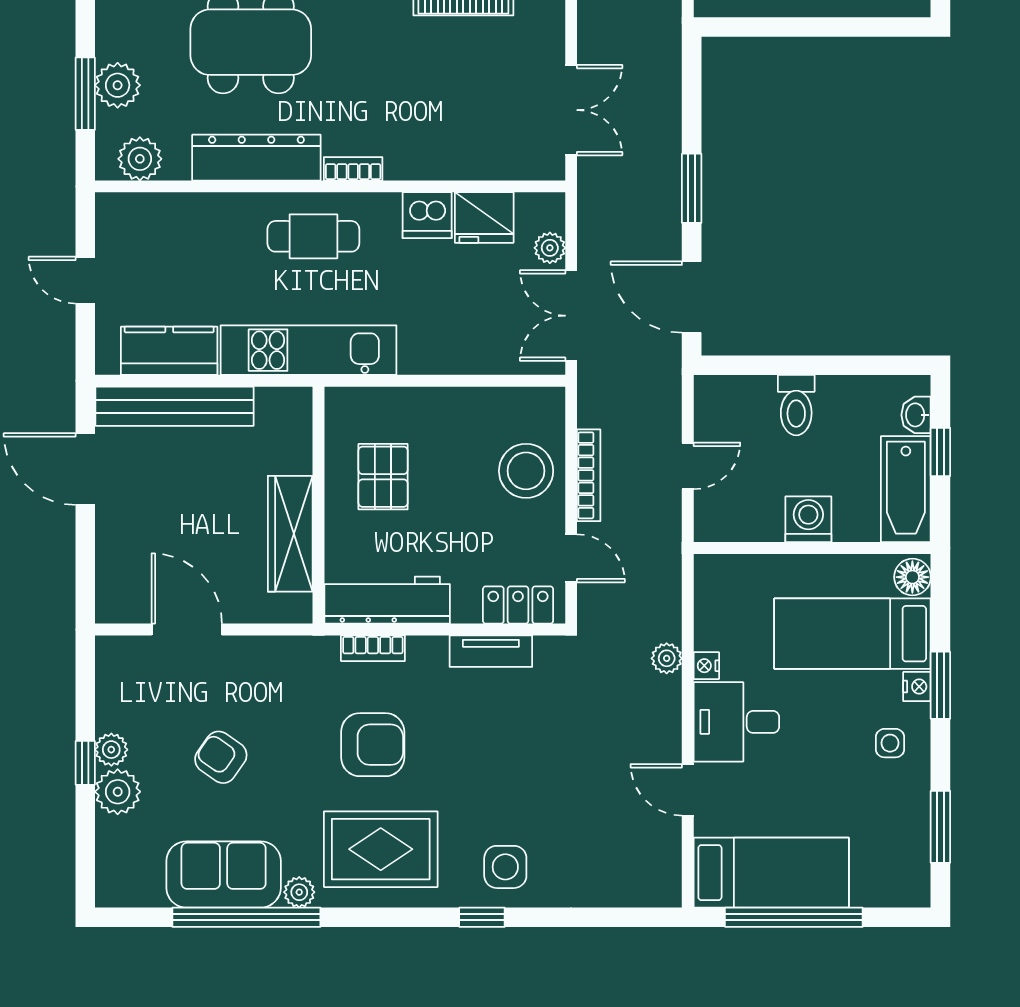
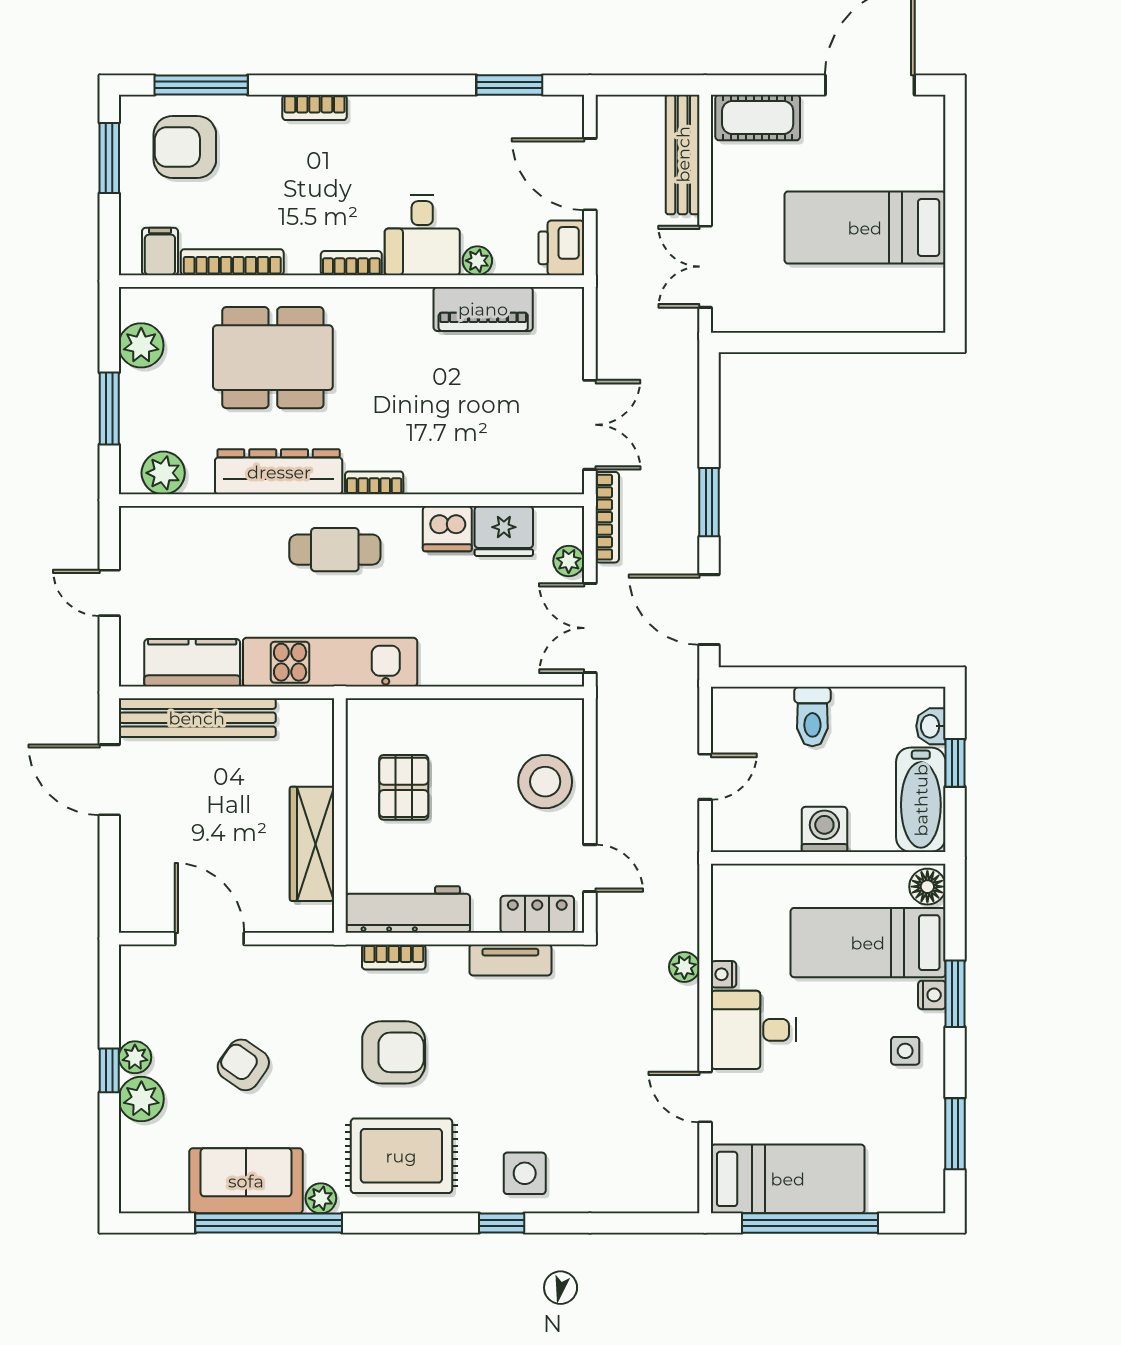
plant: (118, 85) -> (141, 345), moved
bookcase: (589, 475) -> (607, 517), moved

